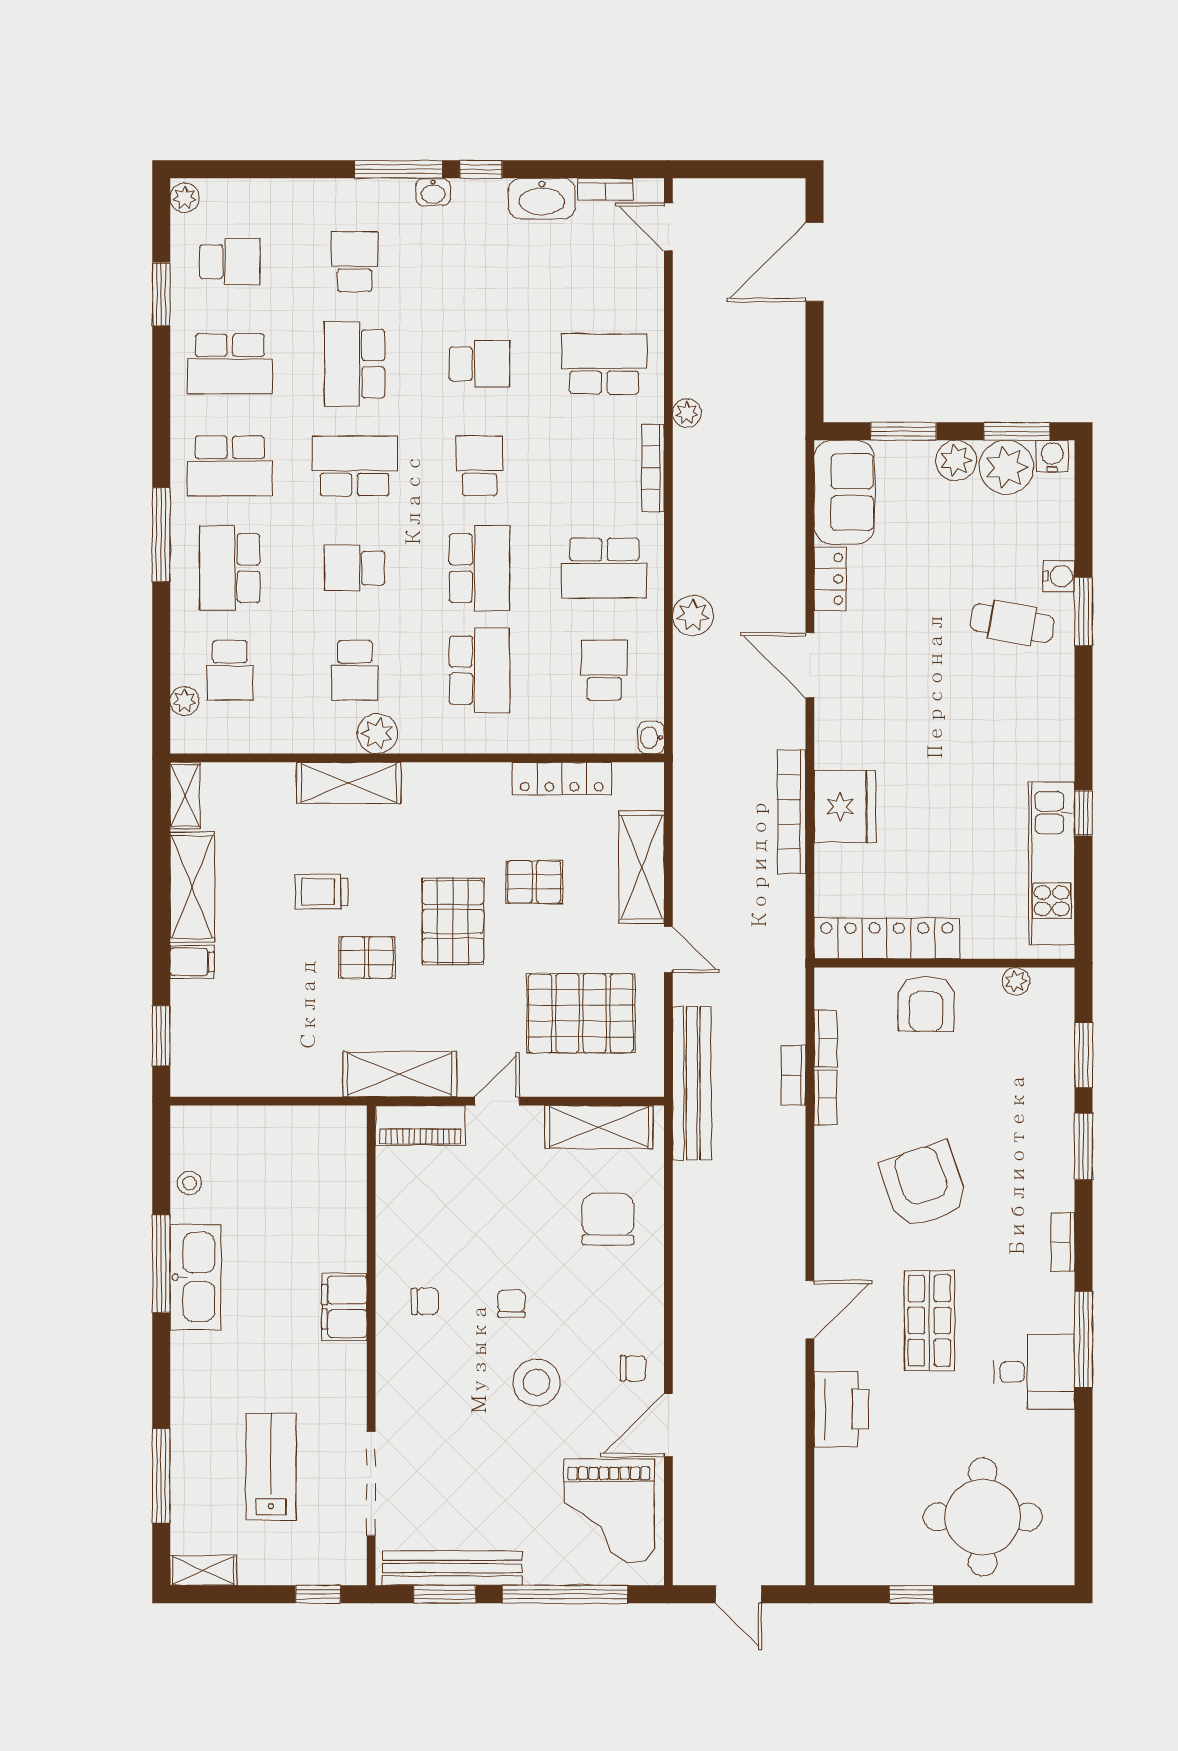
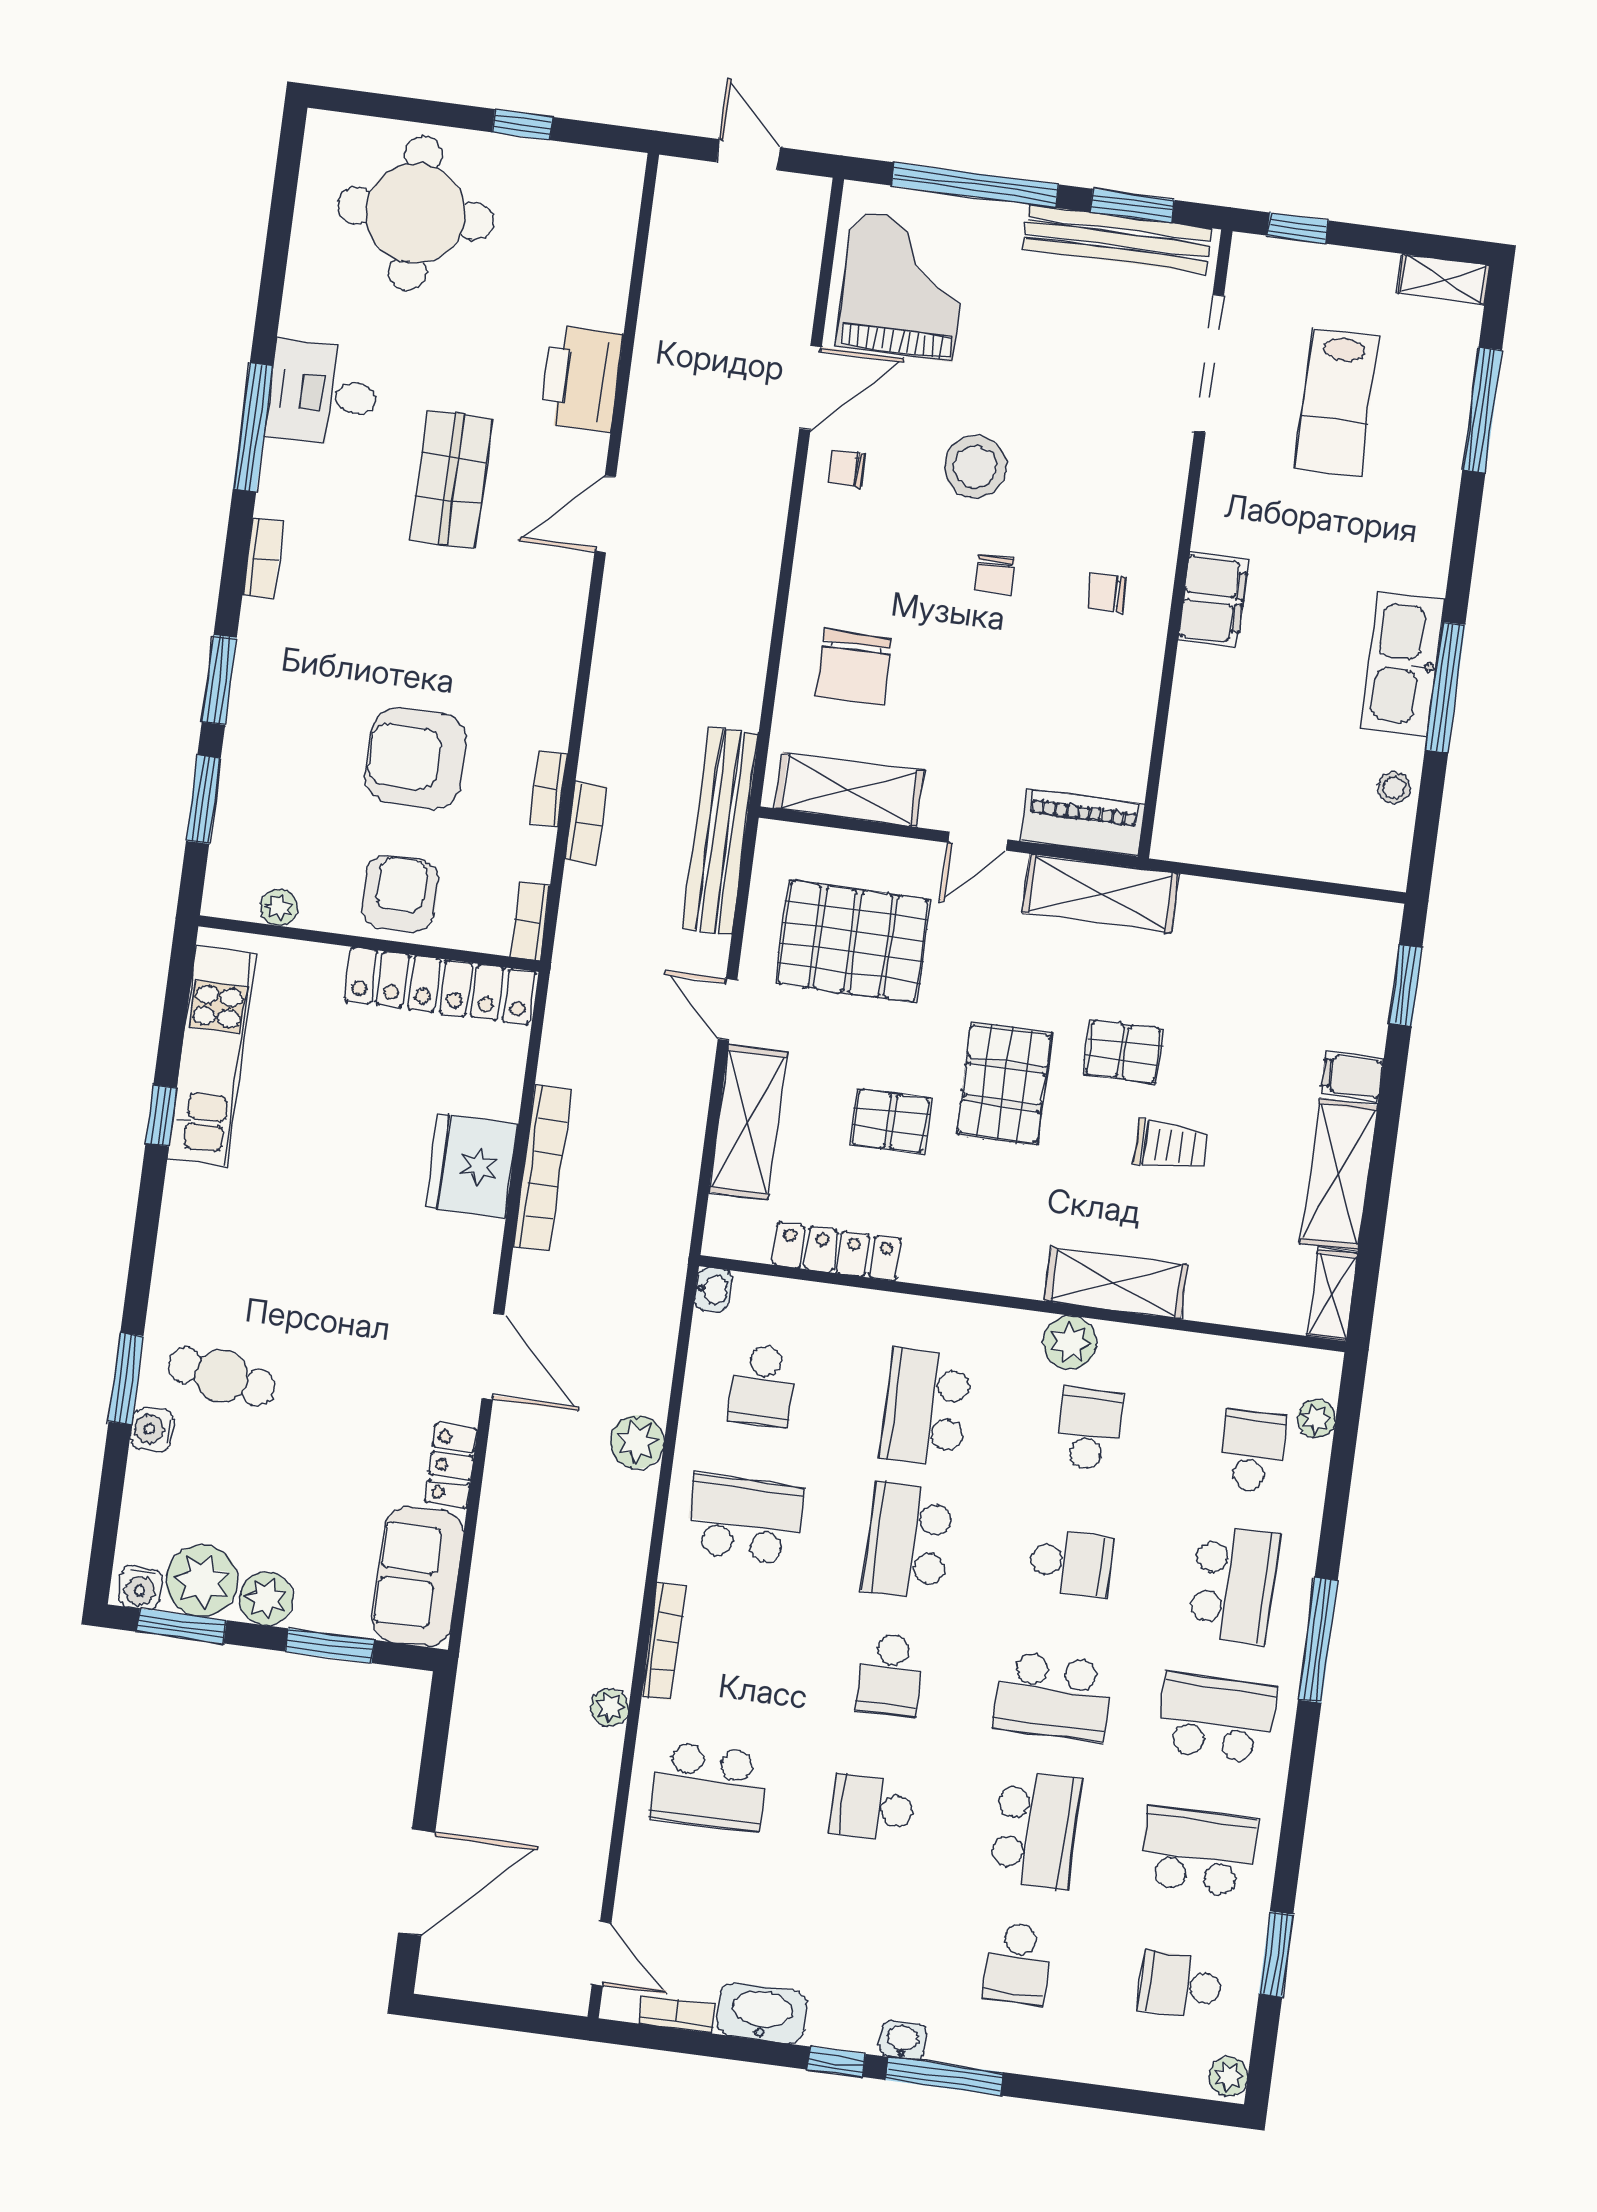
bookcase: (826, 1039) -> (530, 921), moved
armchair: (924, 1185) -> (416, 758), moved, turned 109

